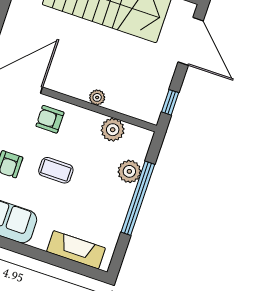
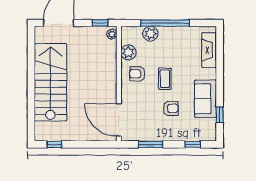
plant: (97, 97) -> (112, 34), moved
armchair: (50, 119) -> (137, 74), moved, turned 90

